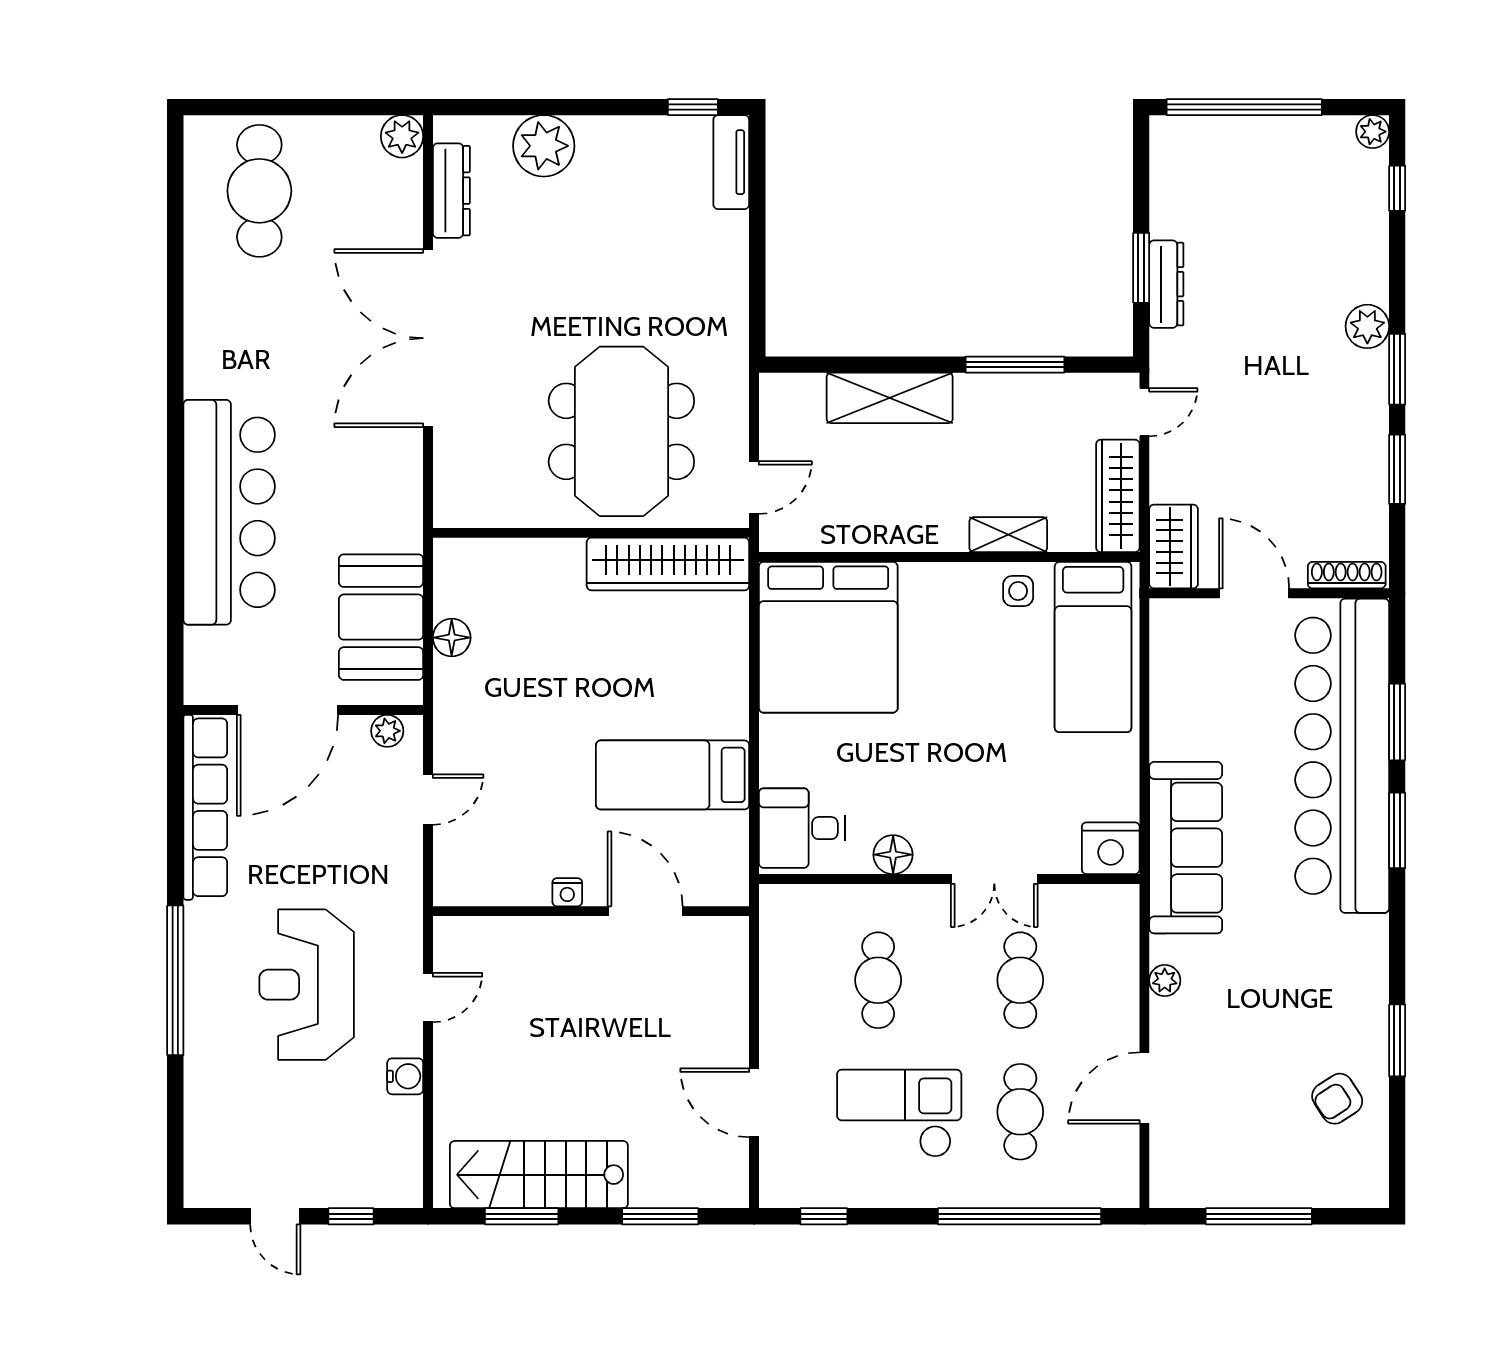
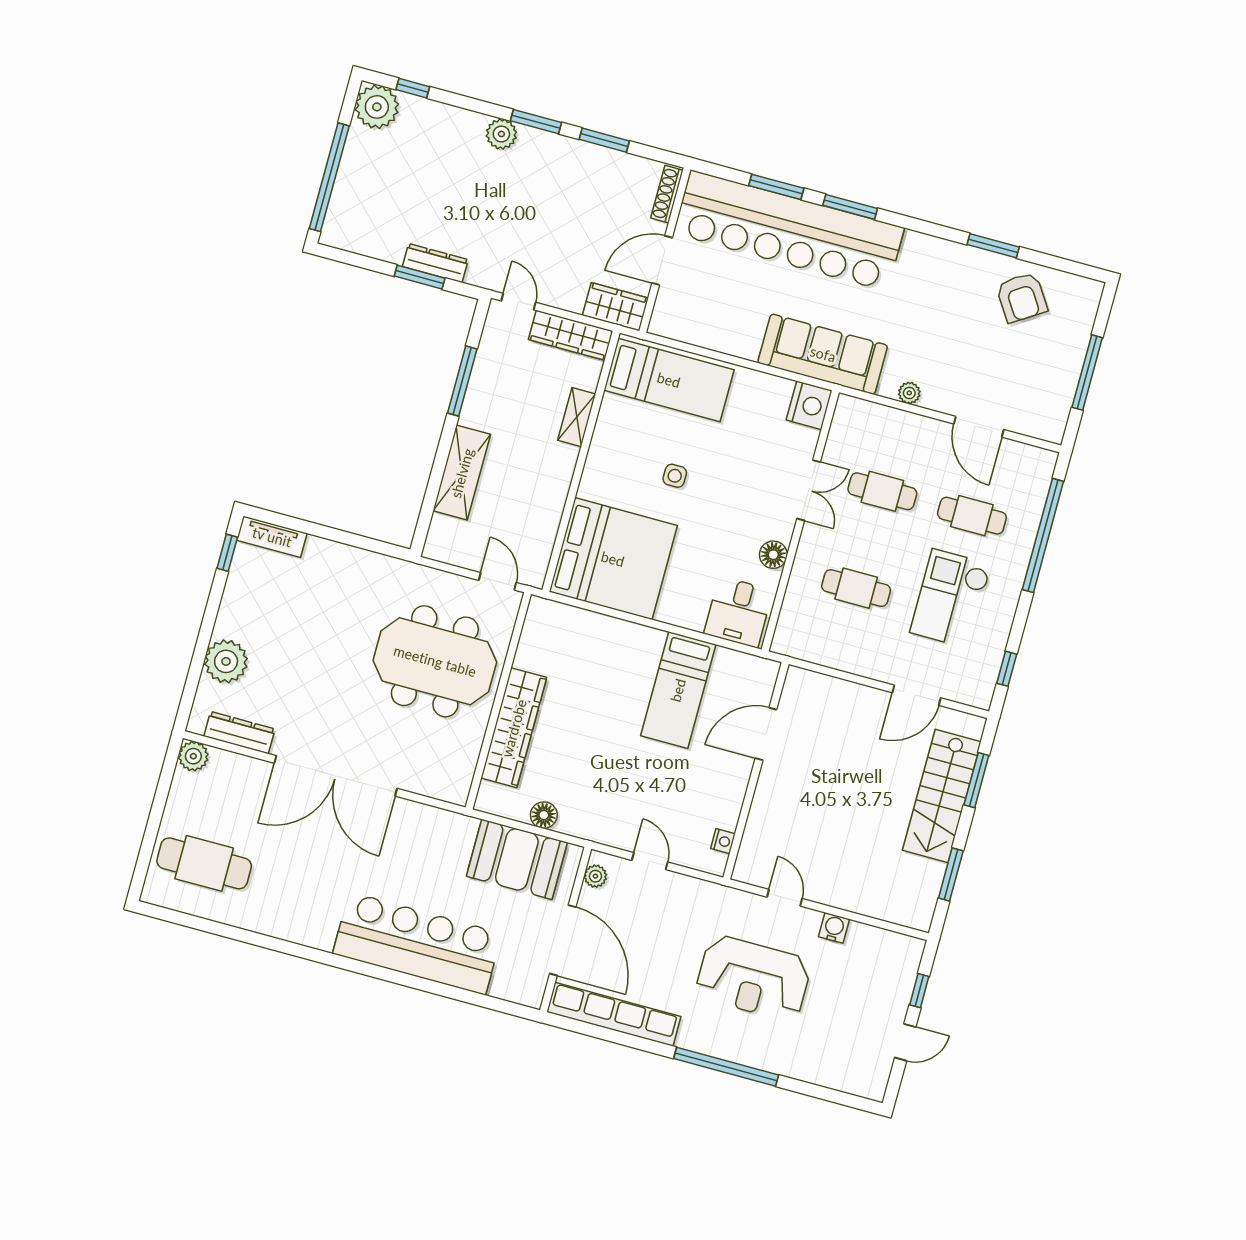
plant: (1373, 132) -> (377, 107), width x1.87, depth x1.87
wardrobe: (668, 564) -> (514, 728), moved
side table: (1018, 591) -> (675, 476), moved
nightstand: (567, 892) -> (723, 841), moved
armchair: (1337, 1099) -> (1022, 297), width x1.38, depth x1.38
stairs: (539, 1175) -> (942, 796), moved

